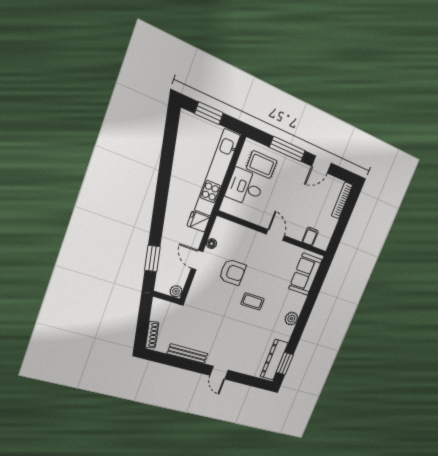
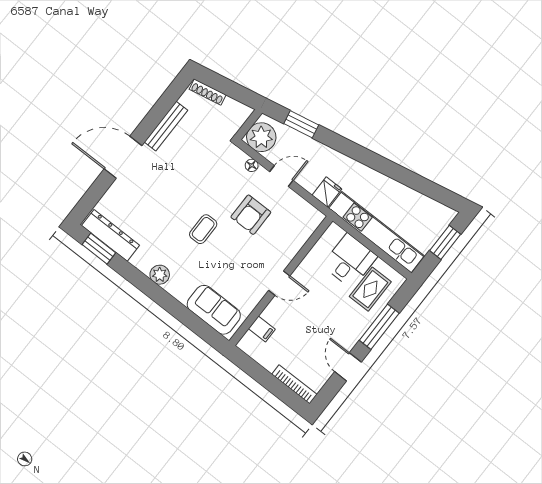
floor lamp: (212, 244) -> (252, 165), moved
plant: (176, 291) -> (261, 137), width x1.88, depth x1.88
door: (219, 373) -> (123, 157), width x1.87

